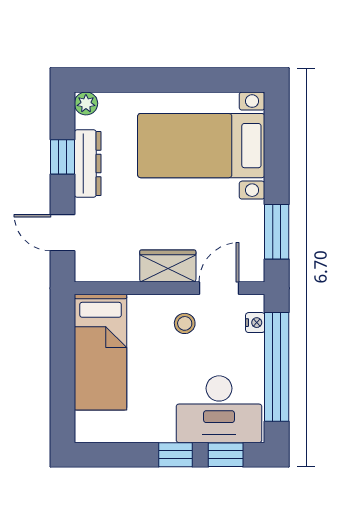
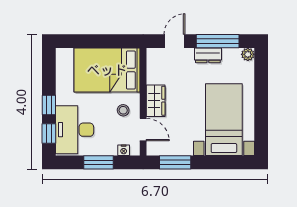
window: (63, 157) -> (218, 41), width x2.17
dresser: (88, 164) -> (208, 55), width x0.70
bed: (101, 352) -> (107, 70), width x1.50
window: (277, 367) -> (99, 162), width x0.47

